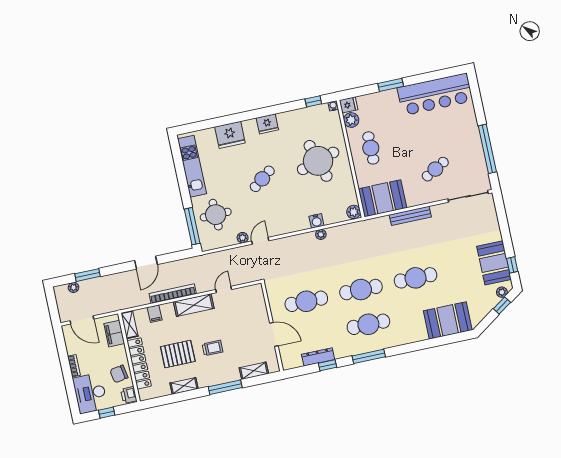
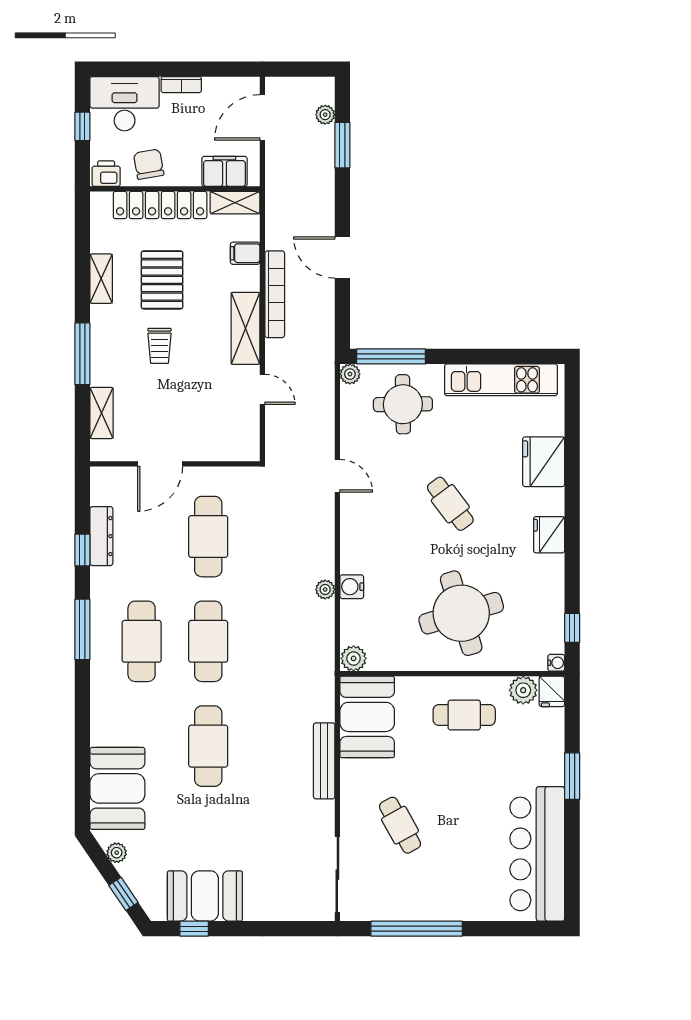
plant: (243, 238) -> (350, 374), moved
plant: (502, 292) -> (117, 853), moved

